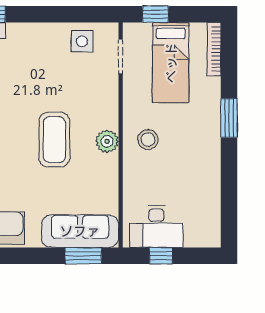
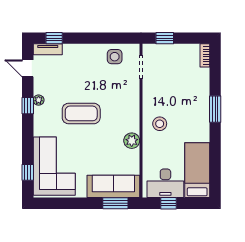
bookcase: (214, 49) -> (205, 55), width x0.64
bed: (171, 63) -> (197, 170), moved, turned 180
coffee table: (54, 140) -> (81, 113), moved, turned 90
plant: (107, 141) -> (132, 141), moved

